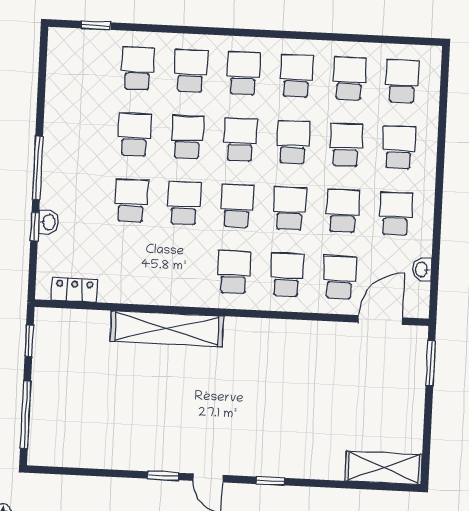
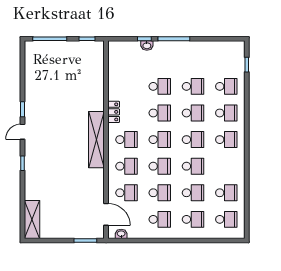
school desk: (296, 76) -> (226, 166), removed
washbasin: (422, 270) -> (121, 234), moved
locker: (74, 290) -> (114, 112), moved
shelving: (167, 329) -> (96, 140), moved

